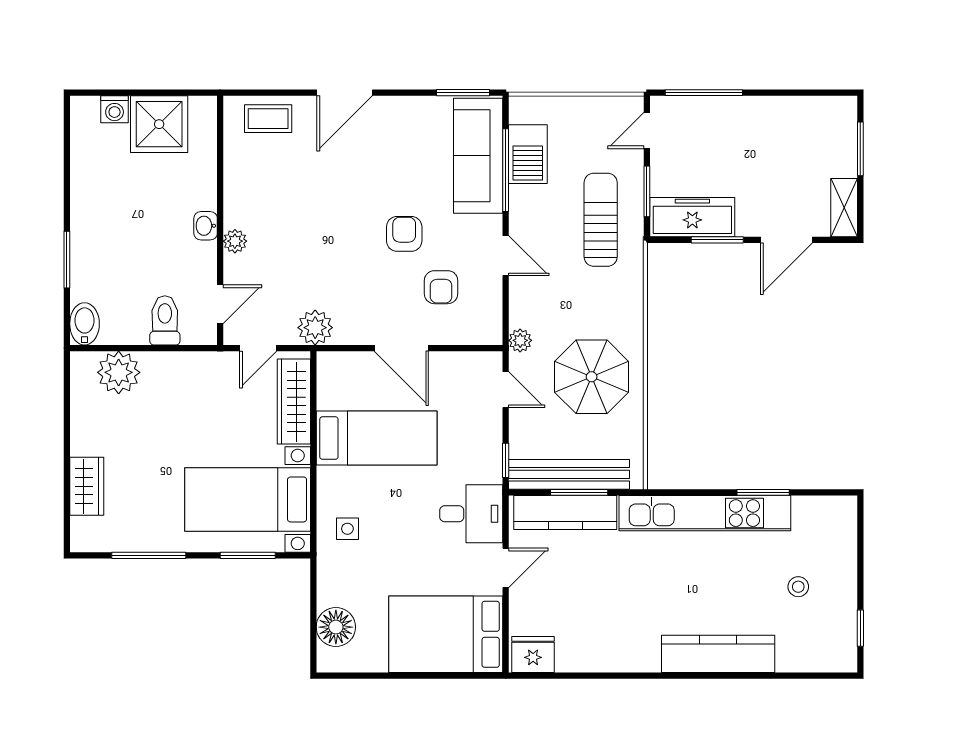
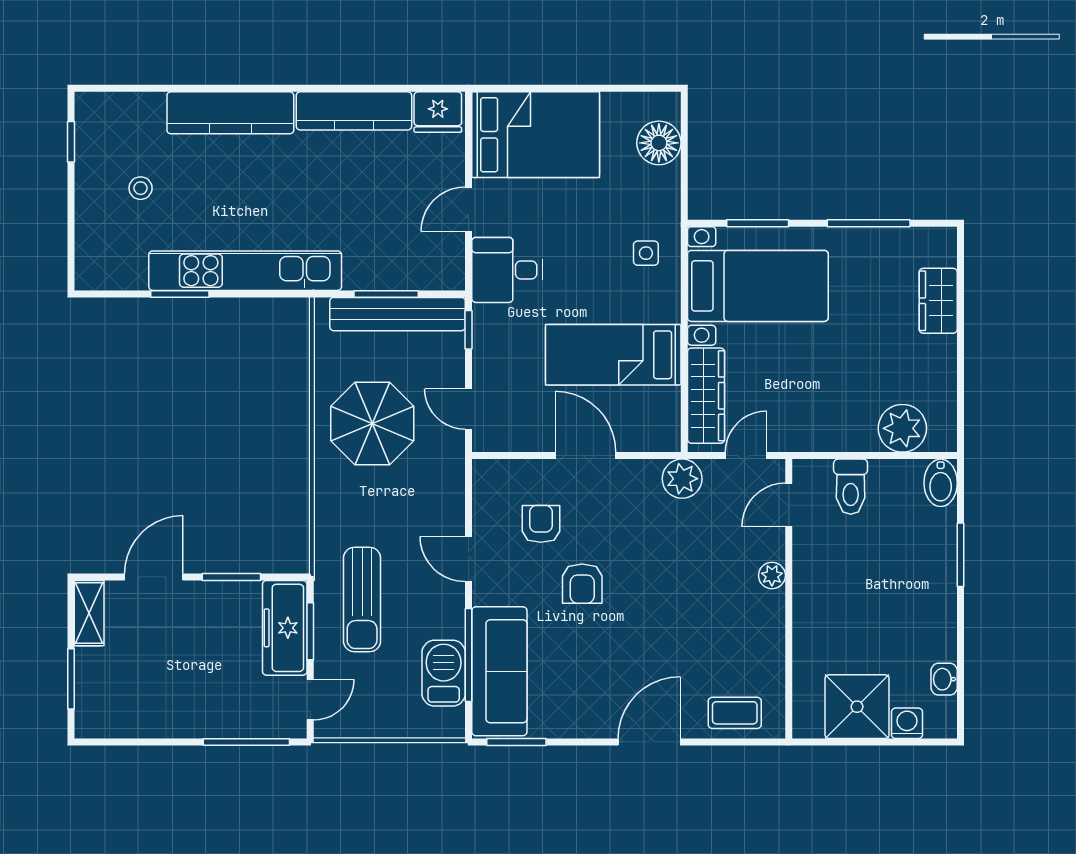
freezer: (692, 217) -> (285, 628), moved, turned 90
washbasin: (206, 226) -> (944, 679), moved, turned 180
plant: (520, 340) -> (452, 464), removed
kitchen counter: (565, 512) -> (354, 111), moved, turned 180

